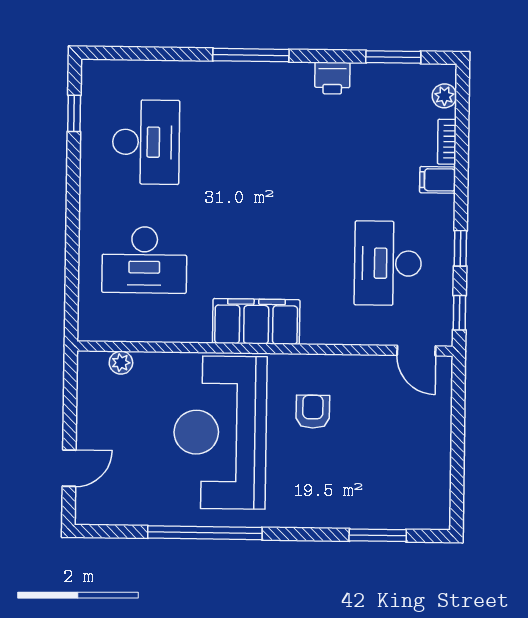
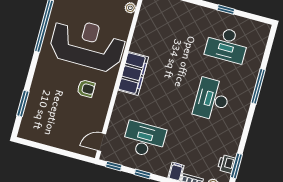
window: (251, 55) -> (258, 86), moved
printer: (332, 78) -> (226, 164), moved
window: (74, 113) -> (226, 10), moved
desk: (144, 260) -> (212, 99), moved

